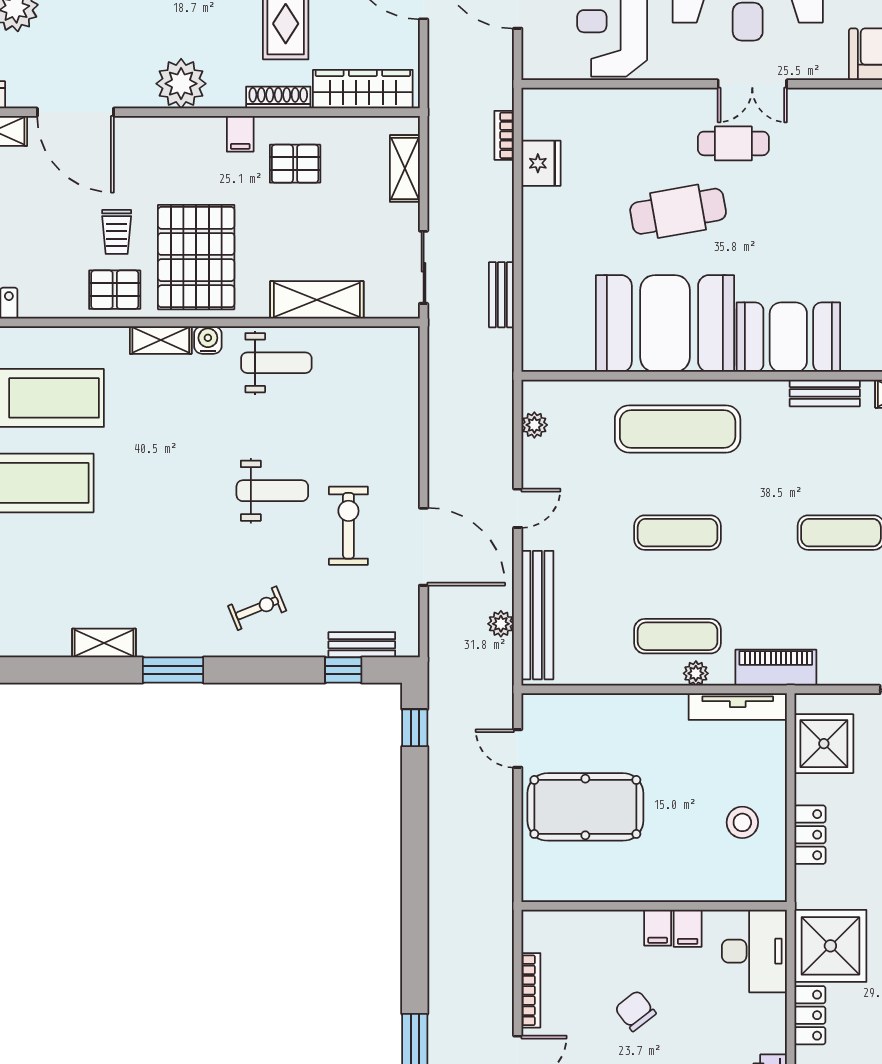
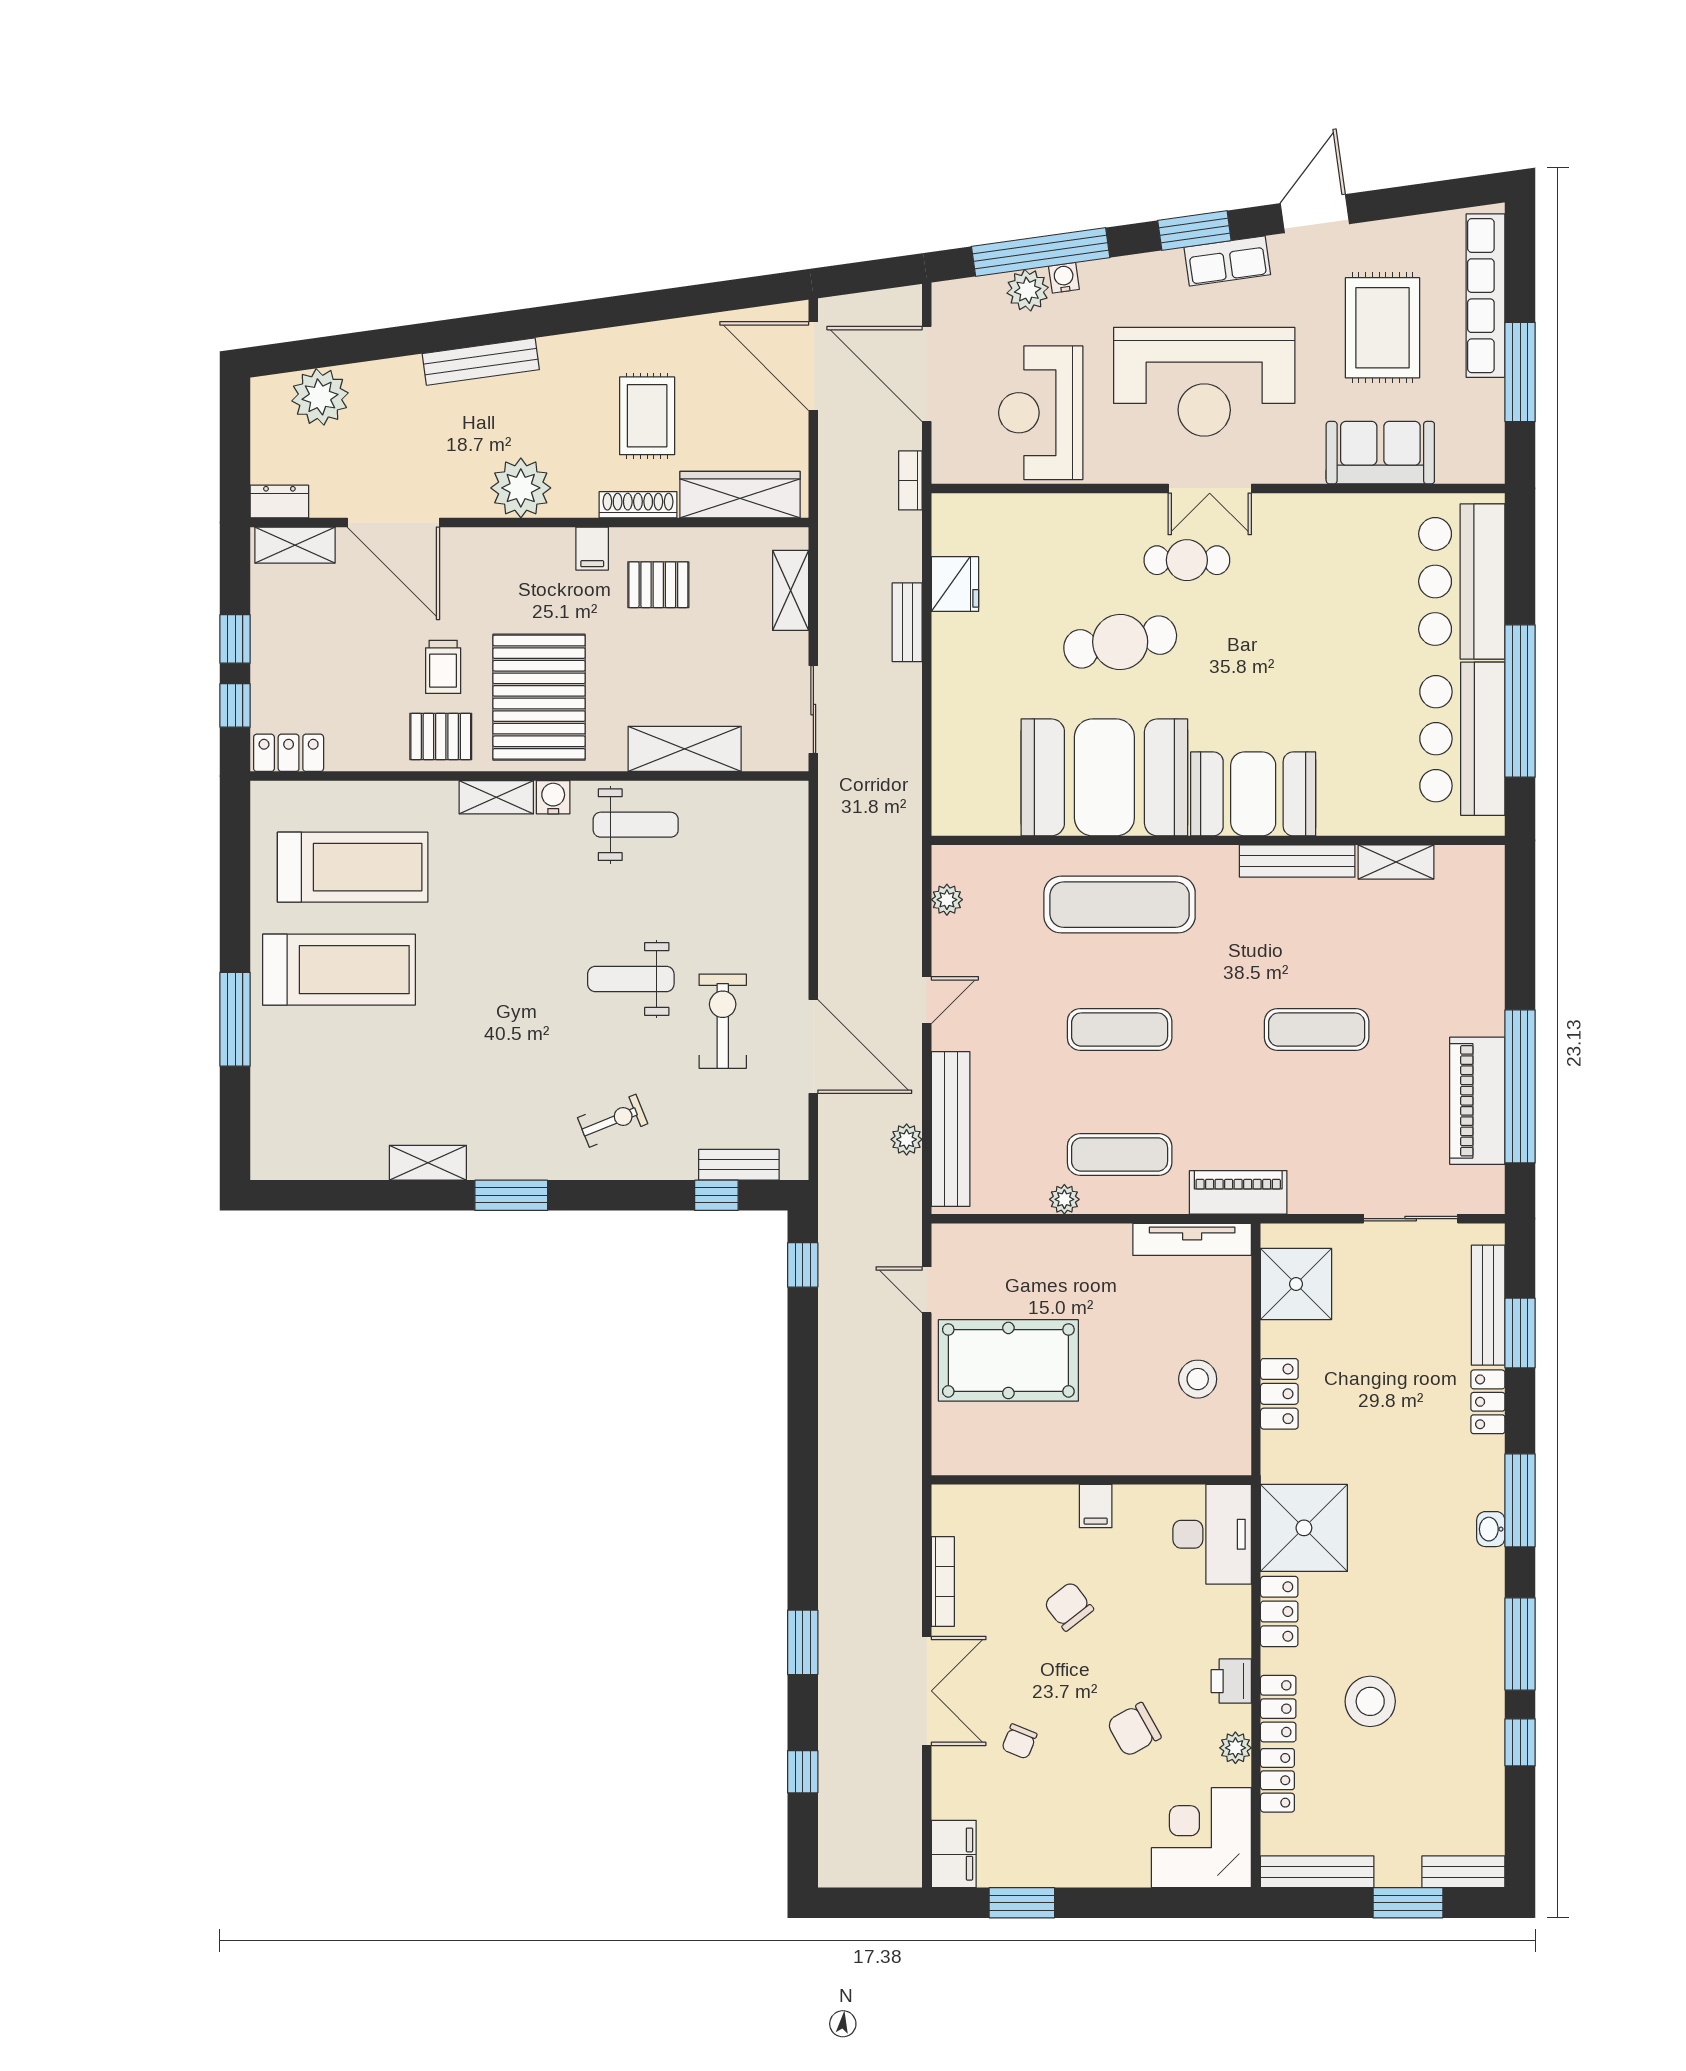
bookcase: (504, 135) -> (910, 480), moved
bench: (501, 295) -> (907, 622), moved
bench: (825, 393) -> (1297, 861), width x1.36
weight bench: (272, 491) -> (631, 979), turned 180
plant: (696, 673) -> (1064, 1199), moved
filing cabinet: (688, 928) -> (1132, 1507), removed

